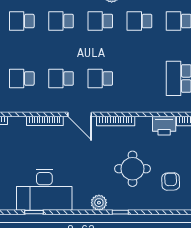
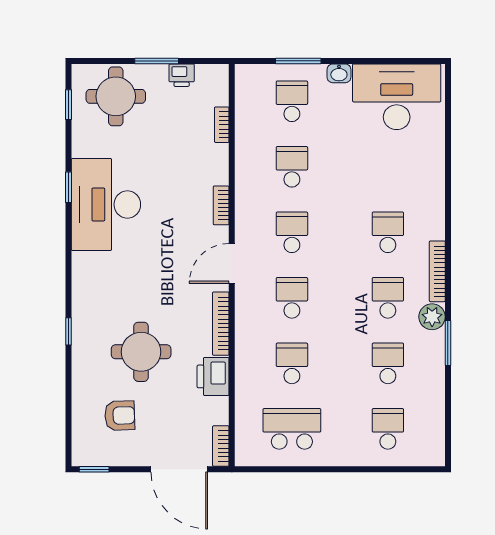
school desk: (22, 21) -> (292, 363), moved
bookcase: (45, 121) -> (221, 205), width x0.64
printer: (164, 126) -> (213, 376), moved
plant: (99, 203) -> (84, 296), removed

